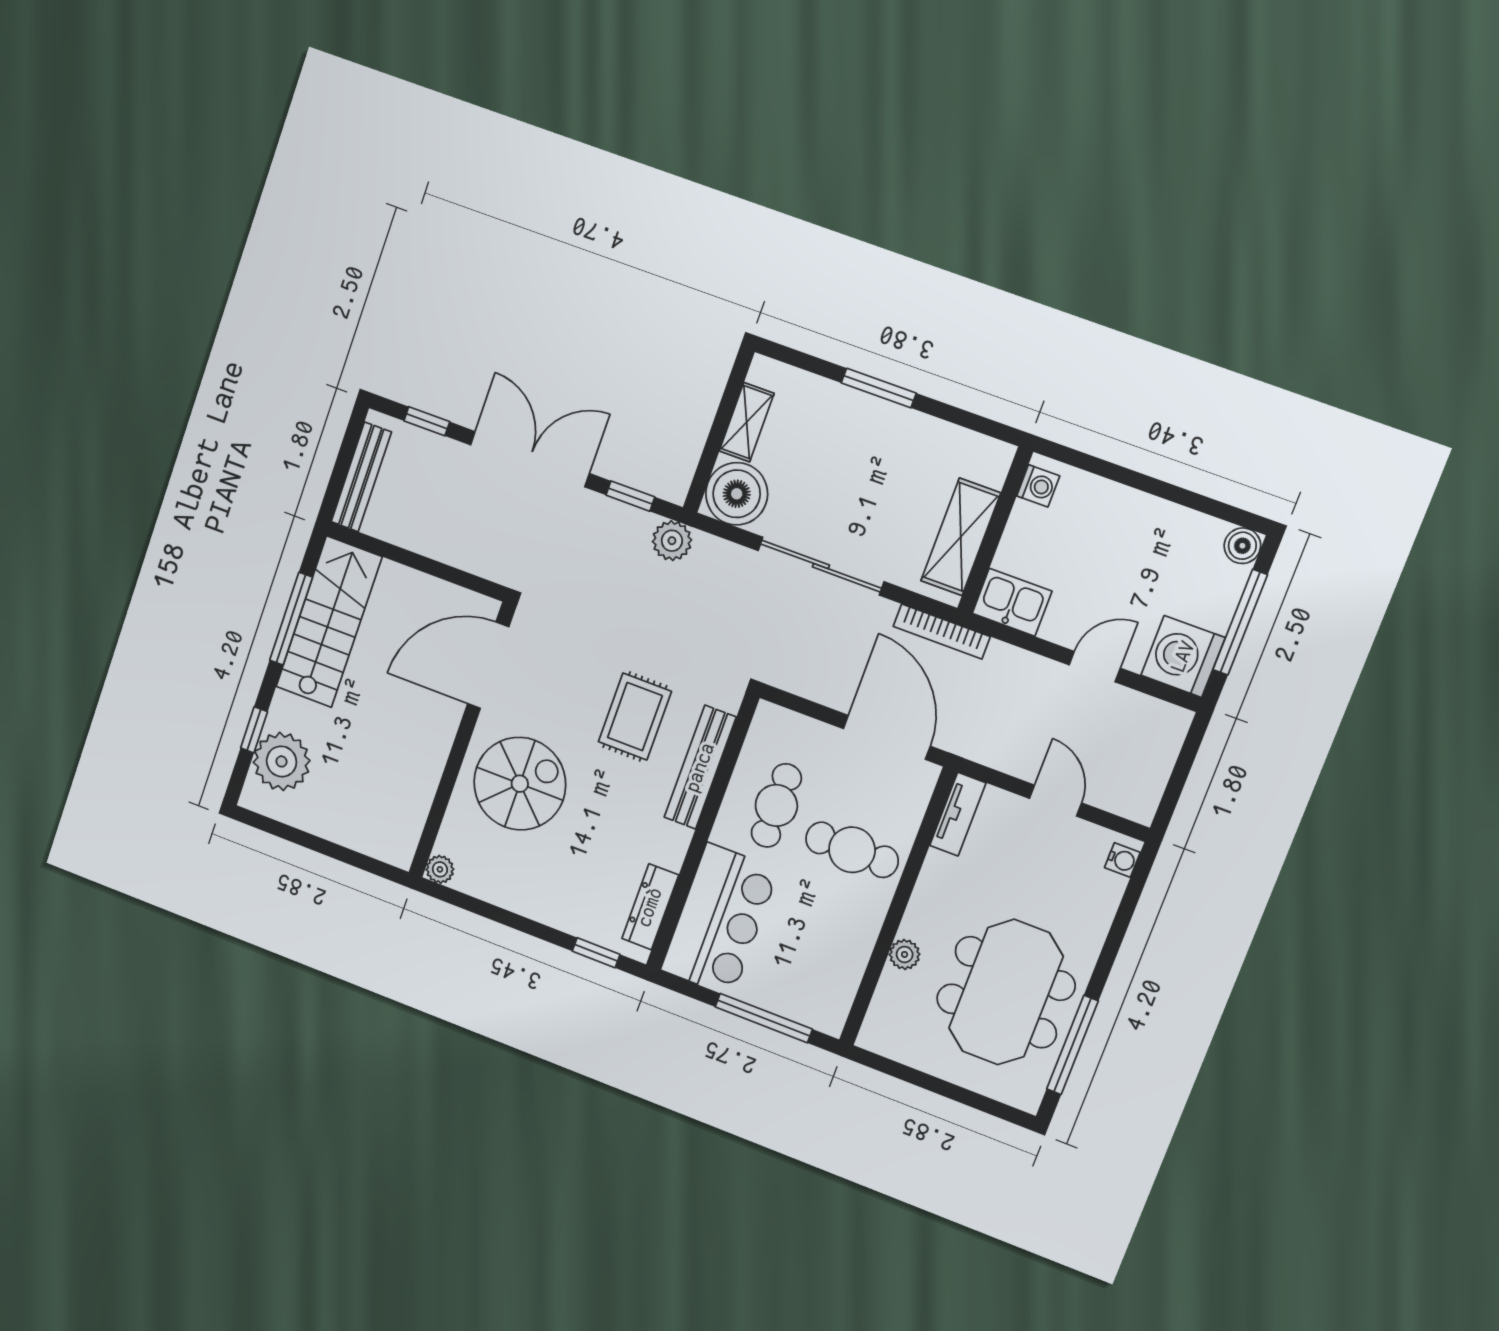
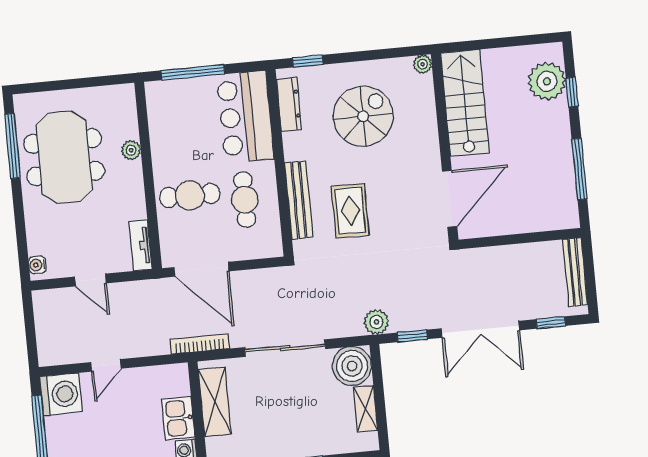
kitchen sink: (1012, 602) -> (178, 418), moved, turned 90
stairs: (329, 622) -> (465, 103), moved, turned 180
spiral stairs: (520, 784) -> (363, 116), moved, turned 180

